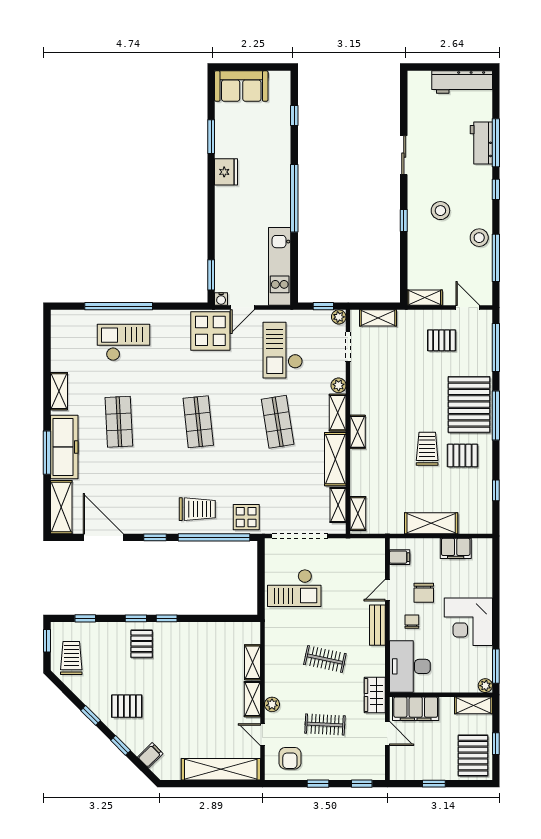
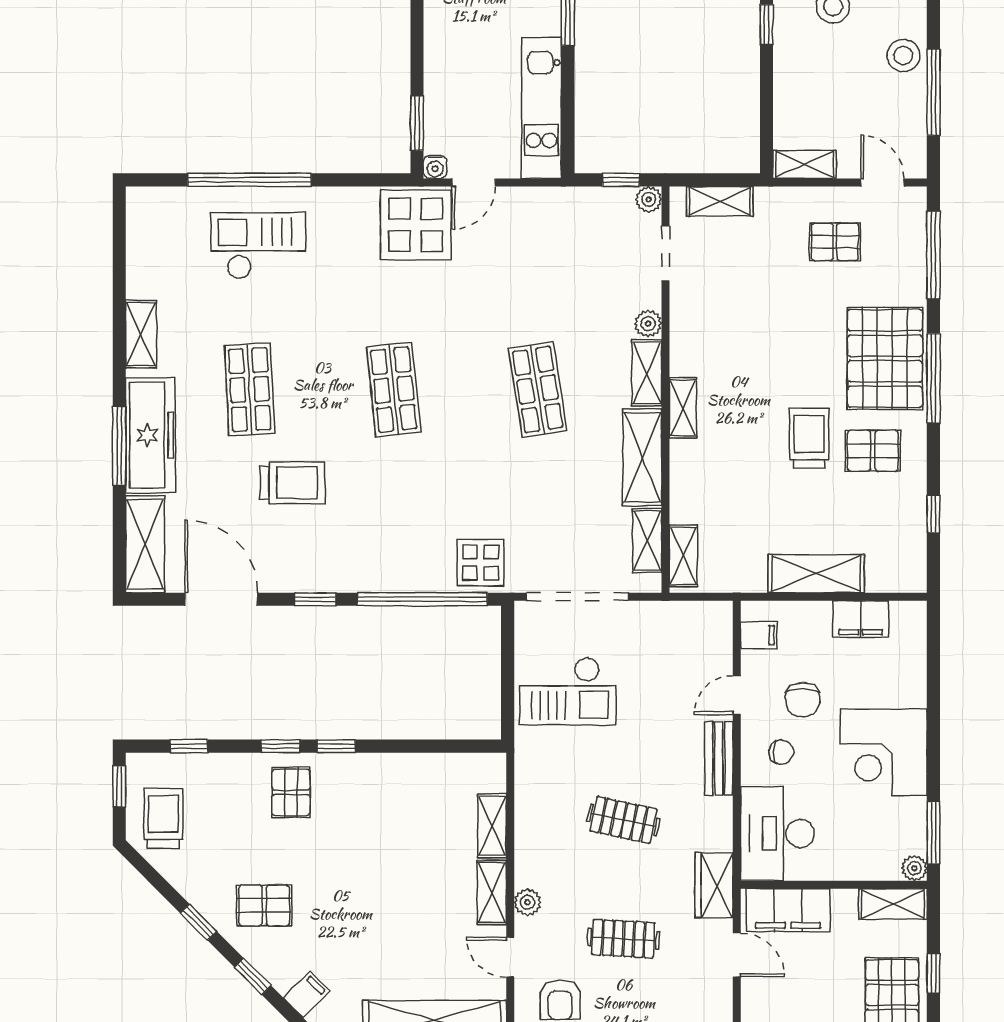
checkout: (283, 350) -> (547, 260), removed
trolley: (197, 509) -> (292, 483), moved
chair: (412, 622) -> (781, 752), turned 90

